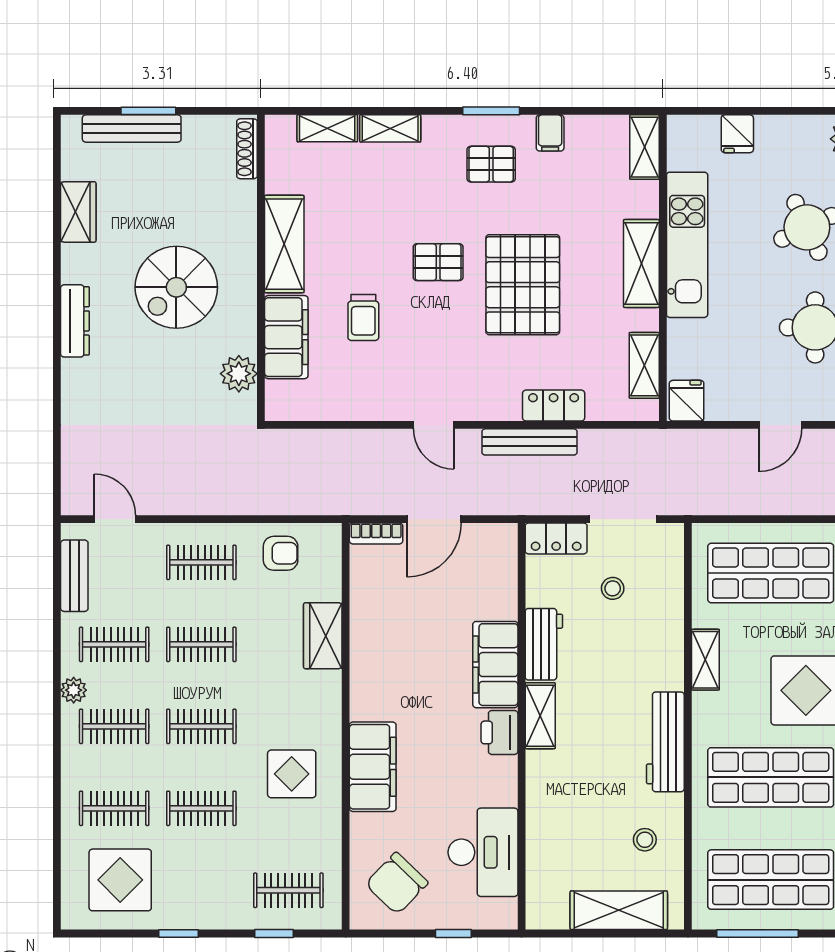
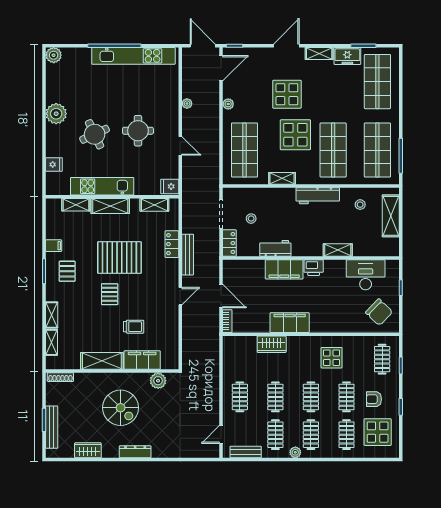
shelving: (644, 147) -> (76, 205), moved
armchair: (281, 553) -> (374, 399), moved, turned -90
shelving: (540, 716) -> (338, 250), moved
filing cabinet: (373, 767) -> (290, 323), moved

